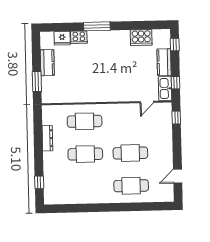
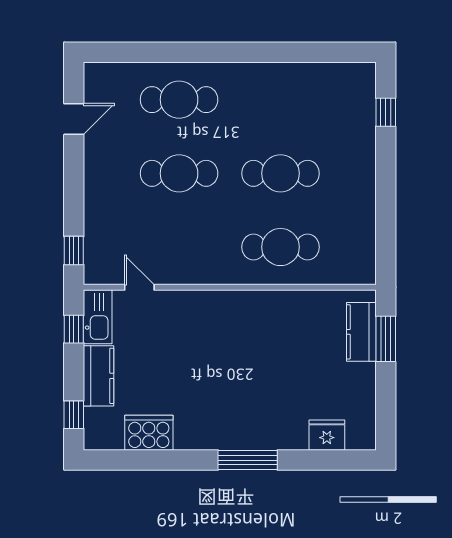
cooker: (79, 37) -> (289, 436), removed
kitchen counter: (47, 63) -> (361, 332), moved
door: (147, 102) -> (139, 287), hinge flipped
dresser: (47, 138) -> (365, 211), removed

